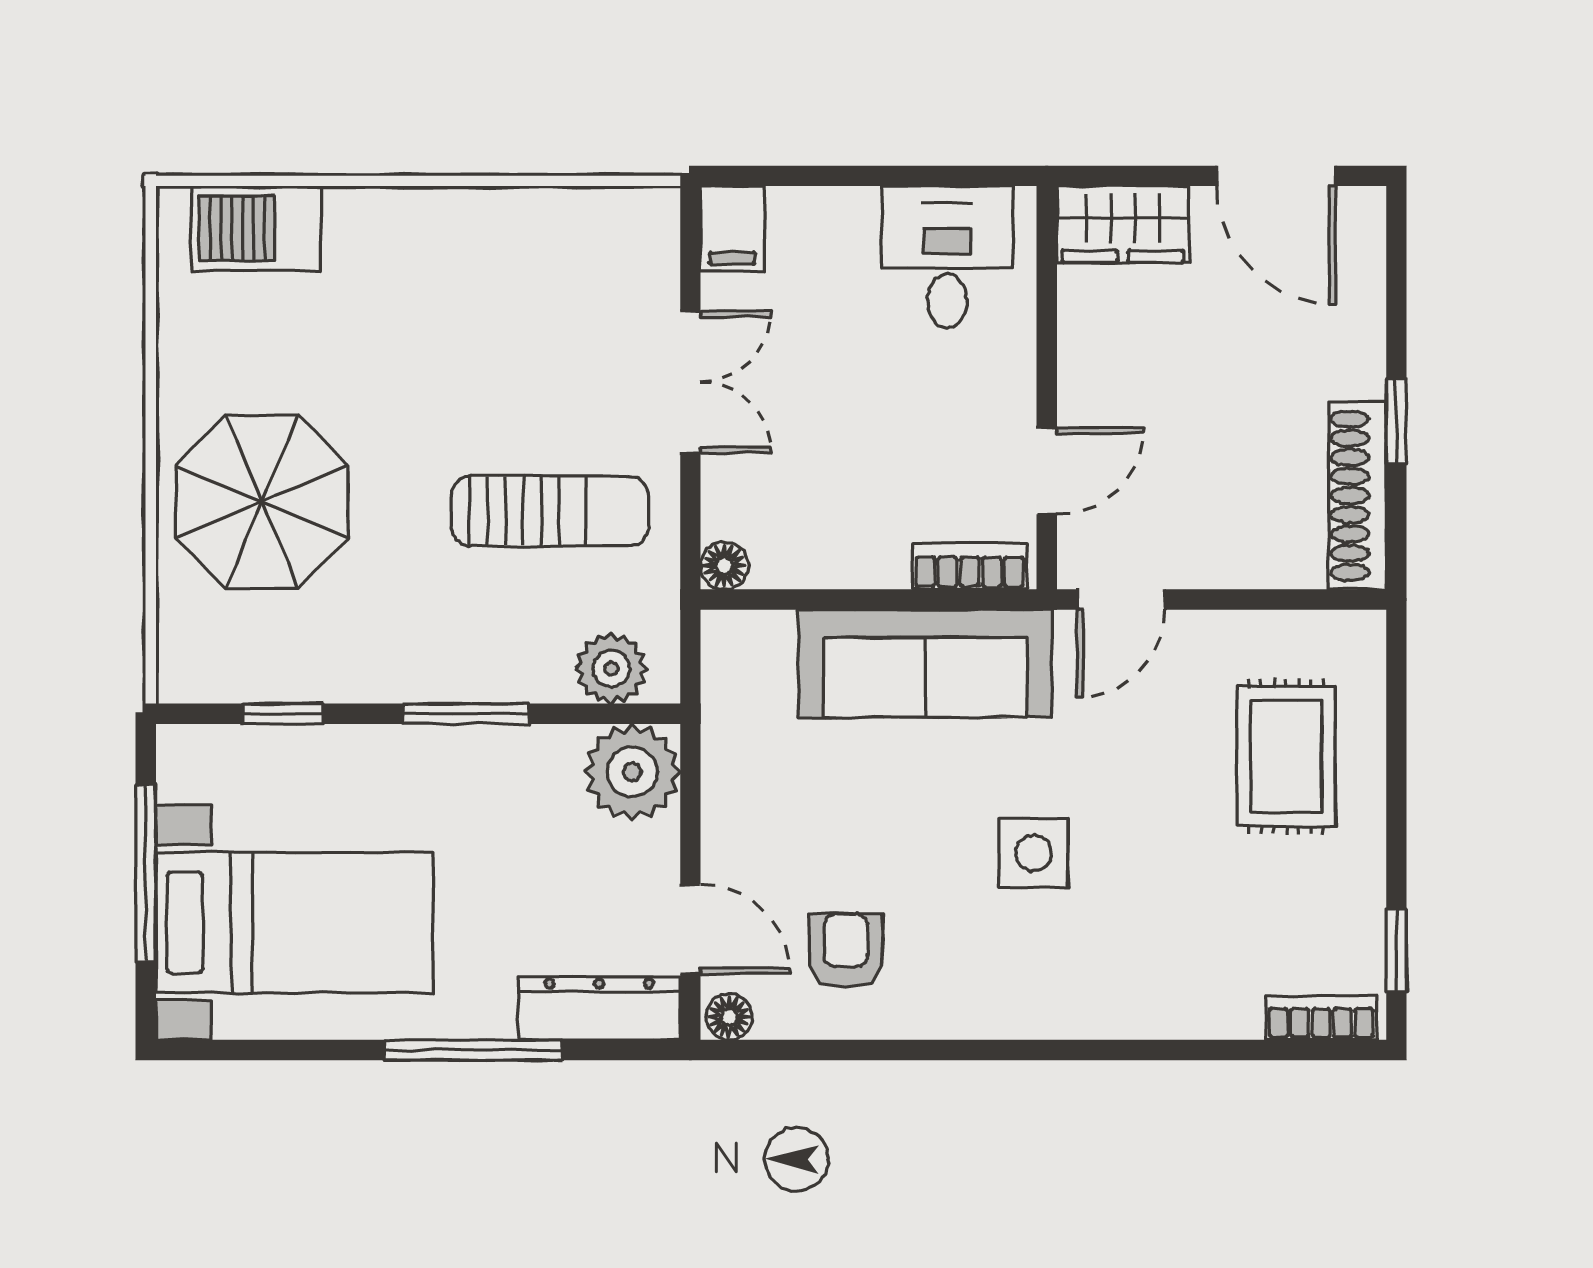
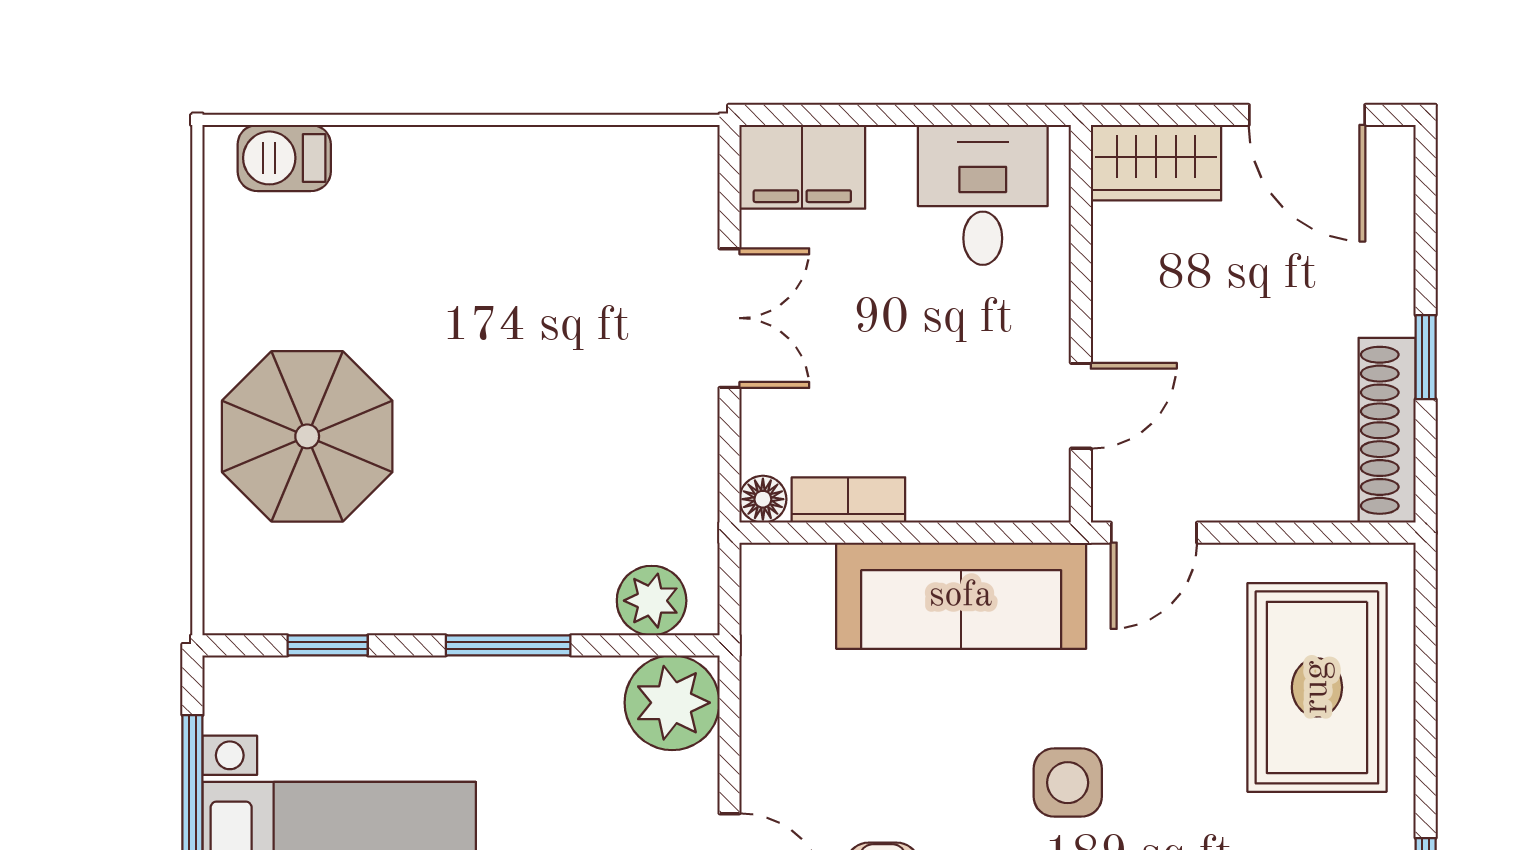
barbecue: (257, 228) -> (284, 158), width x0.73, depth x0.79
filing cabinet: (732, 228) -> (802, 167), width x2.00
sun lounger: (550, 511) -> (591, 445), removed
bookcase: (970, 566) -> (848, 500), moved
rug: (1286, 756) -> (1317, 687), width x1.36, depth x1.43

